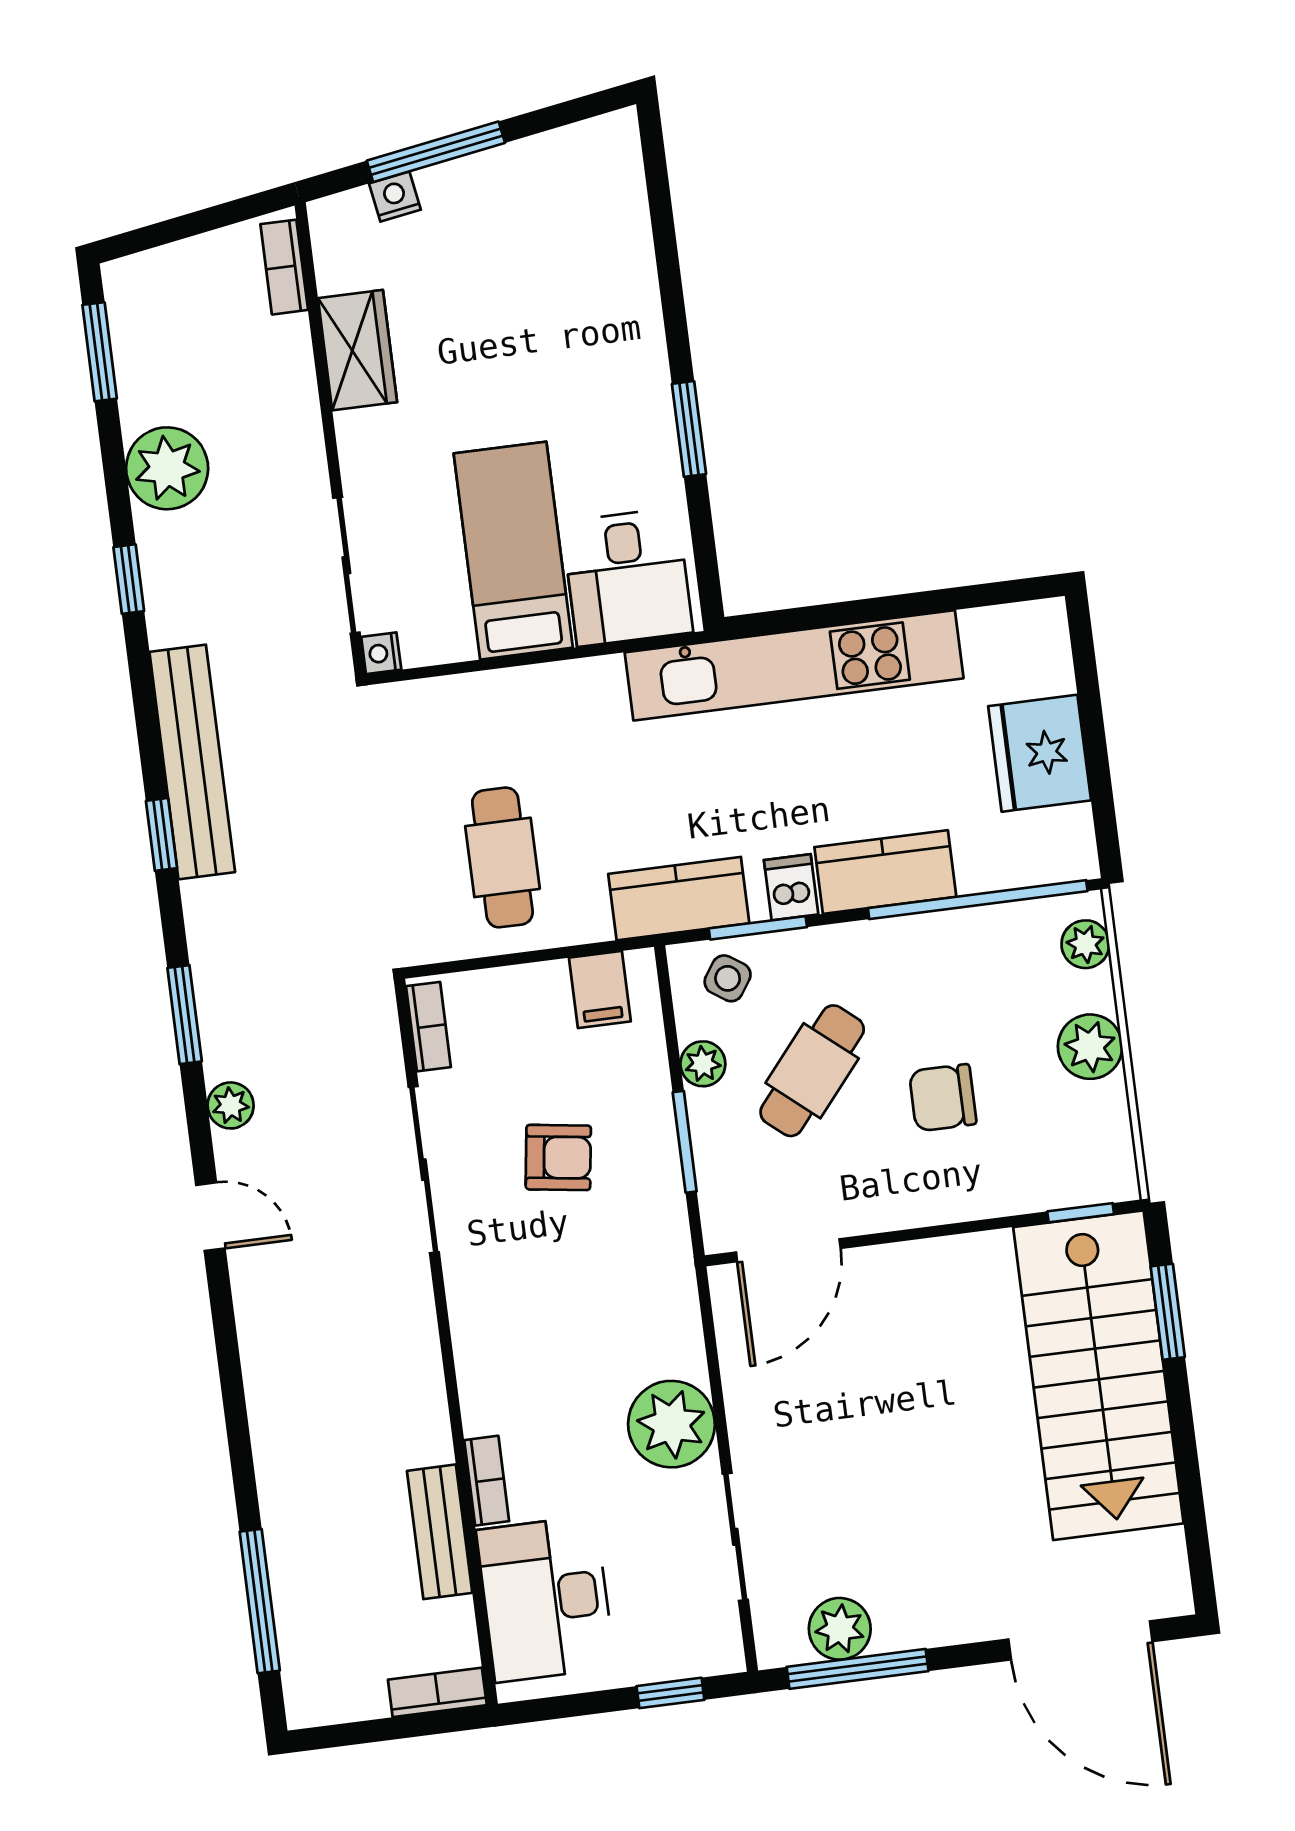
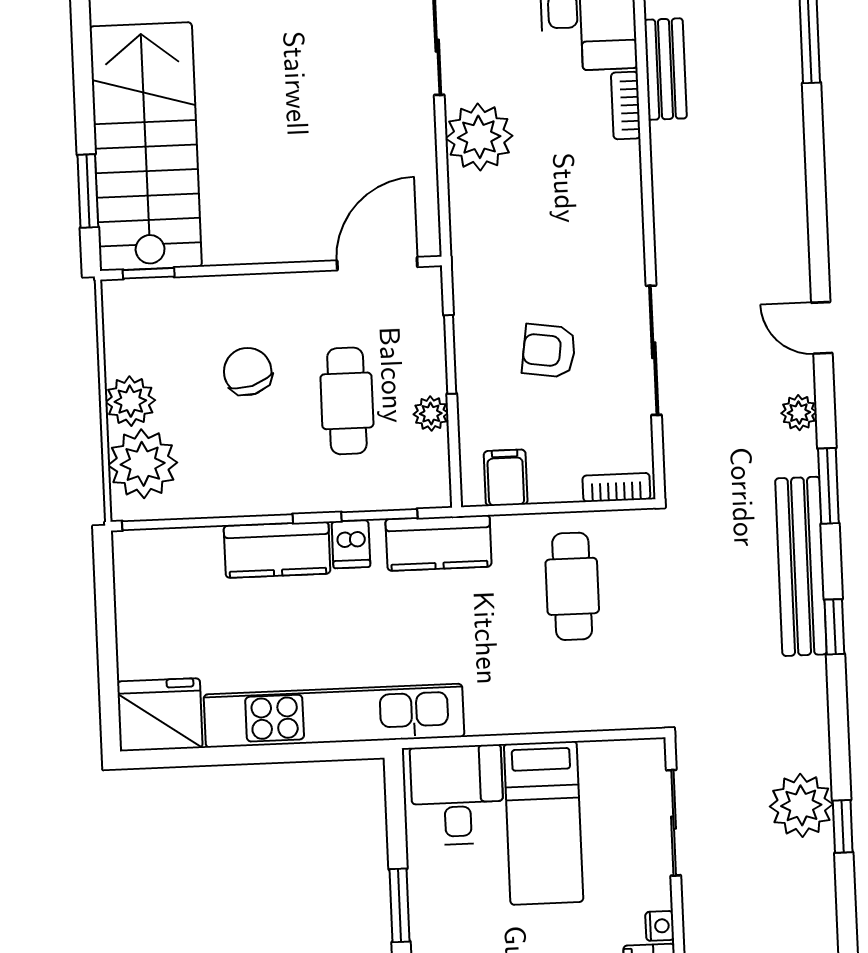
plant: (167, 468) -> (801, 805), moved
nightstand: (381, 653) -> (660, 926), moved
fridge: (1040, 753) -> (160, 715), moved, turned -90
bench: (192, 762) -> (801, 566), moved
plant: (1085, 944) -> (143, 464), width x1.88, depth x1.88
side table: (728, 978) -> (406, 478), removed
bookcase: (428, 1027) -> (616, 487), moved, turned 90
cafe table: (812, 1071) -> (347, 401), turned -40
chair: (943, 1098) -> (248, 371), turned -106

